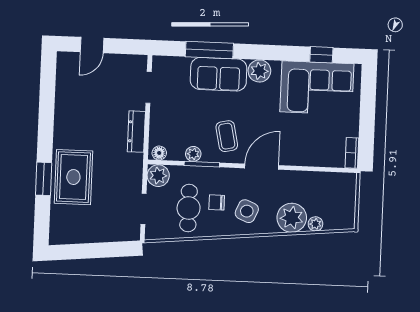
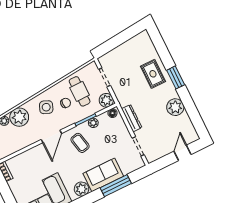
plant: (67, 114) -> (175, 107), added
rug: (73, 177) -> (153, 74), width x0.73, depth x0.70
window: (44, 179) -> (176, 77), moved

